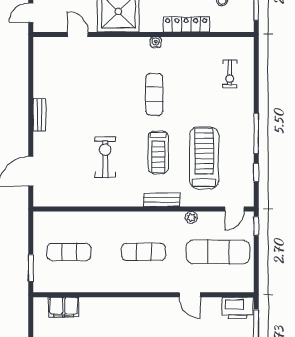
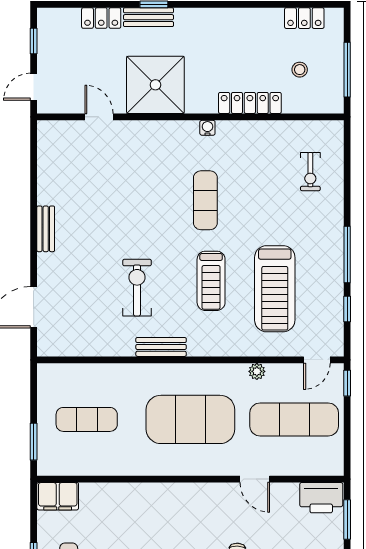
treadmill: (204, 158) -> (275, 289), turned 180
bench: (162, 200) -> (161, 347), moved
exercise mat: (144, 252) -> (190, 419), width x2.00, depth x1.45
filing cabinet: (64, 307) -> (58, 496), moved

